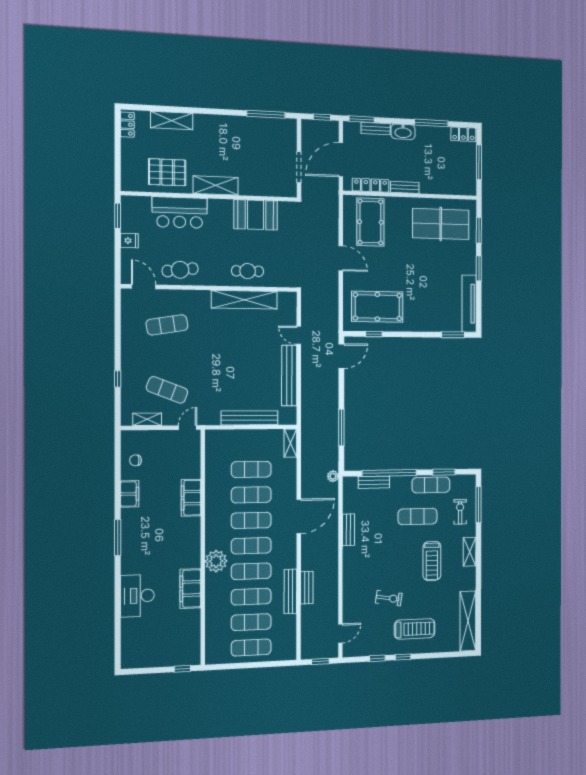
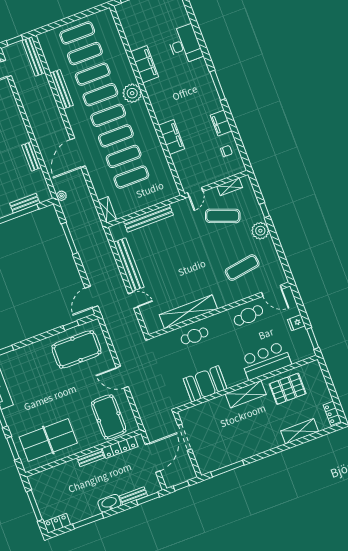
plant: (131, 358) -> (260, 231), added
bench: (307, 588) -> (34, 56), moved, width x1.36

